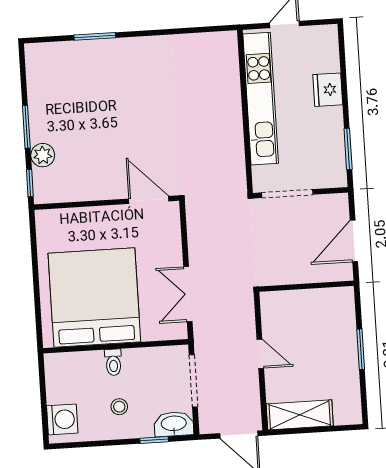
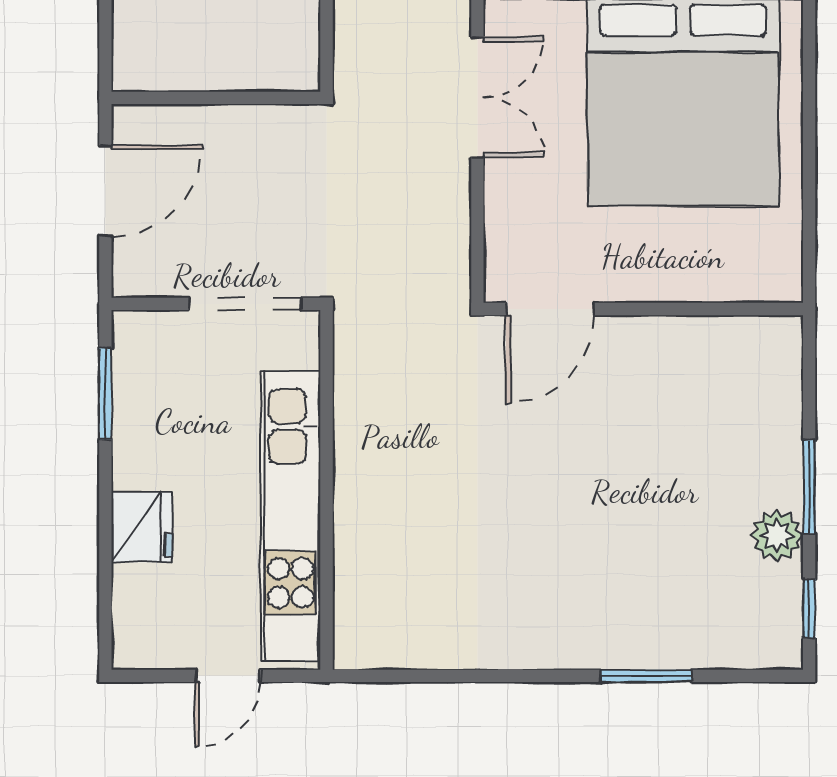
plant: (43, 155) -> (777, 536), moved
window: (30, 183) -> (809, 608), moved
door: (149, 200) -> (550, 309), hinge flipped

